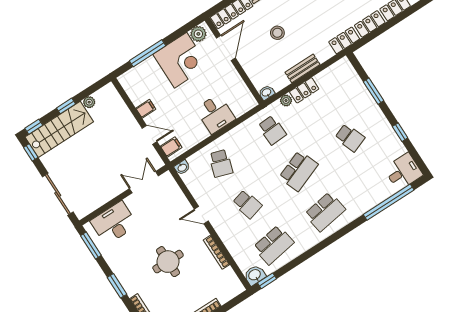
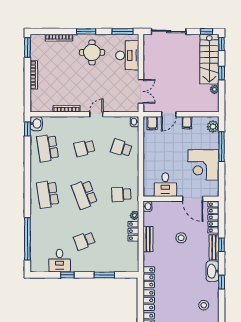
plant: (198, 34) -> (213, 127), moved
desk: (215, 114) -> (165, 185), moved, turned -90
desk: (403, 172) -> (60, 261), moved
round table: (168, 262) -> (92, 52), moved

